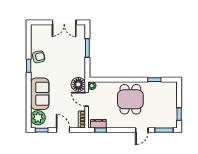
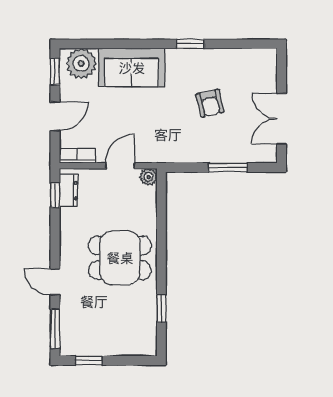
armchair: (39, 57) -> (210, 103), moved
floor lamp: (78, 84) -> (151, 148), removed

